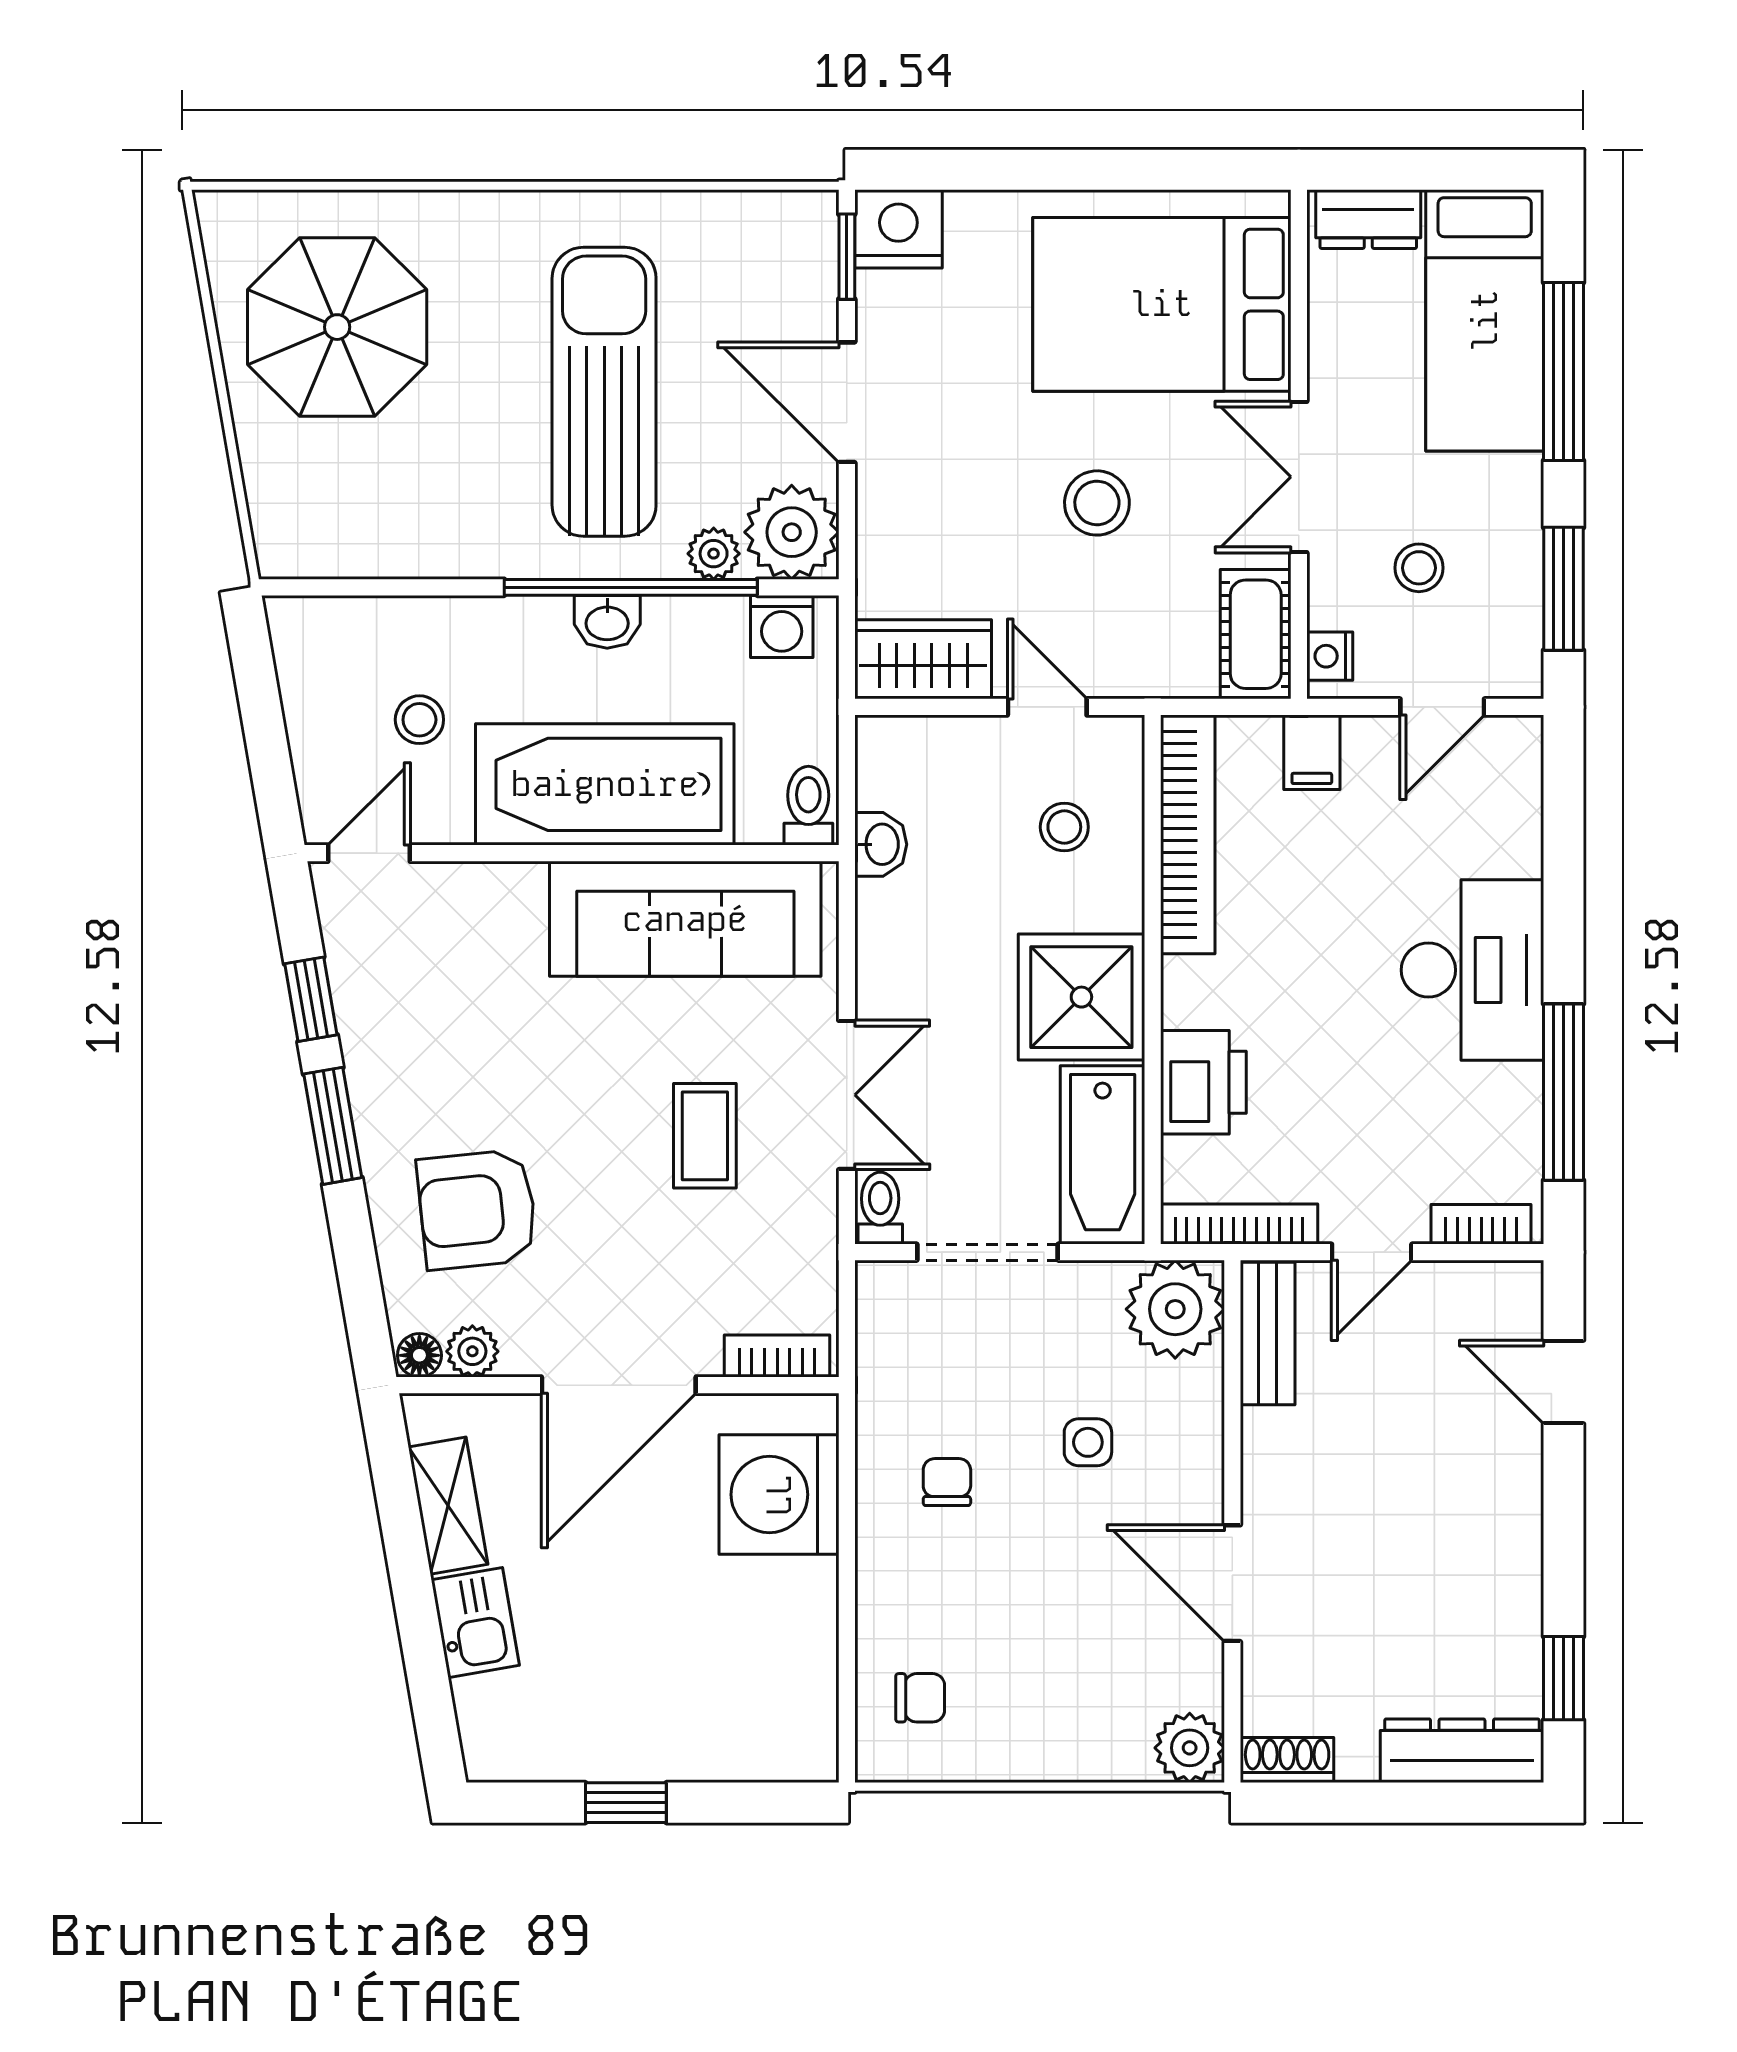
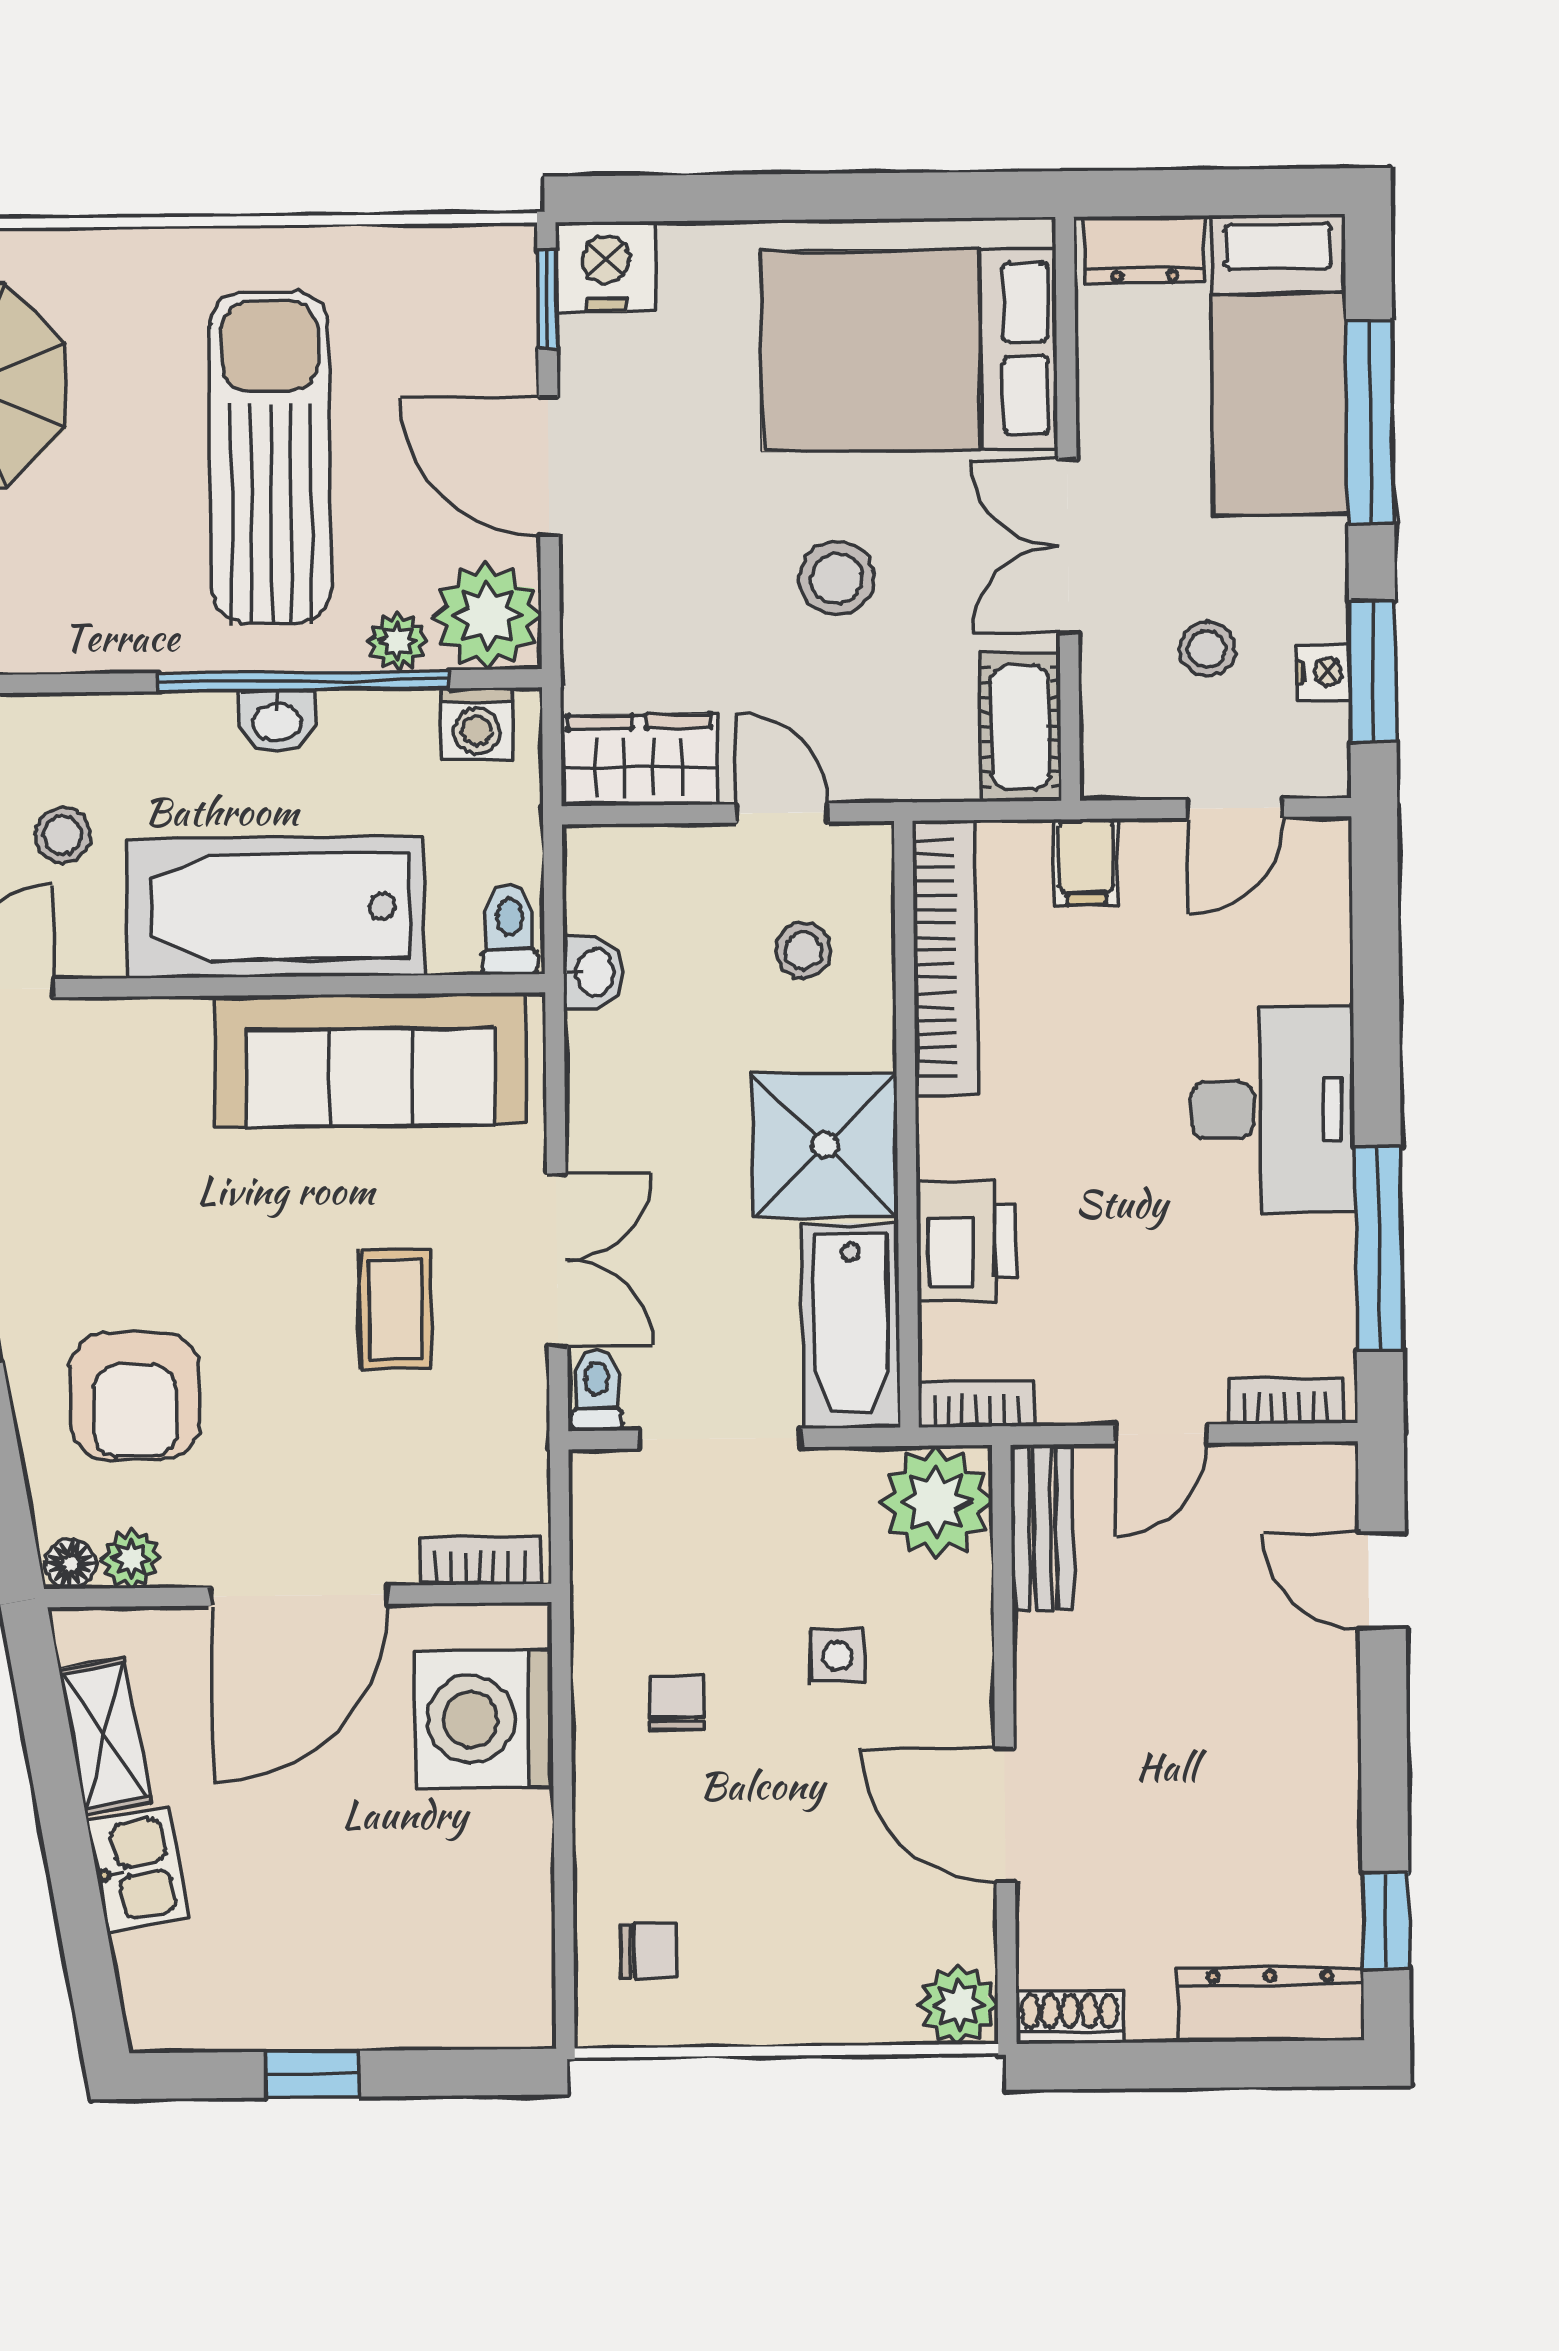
nightstand: (1330, 656) -> (1324, 672), moved, turned 180
armchair: (477, 1209) -> (135, 1396), turned -84
bookcase: (1239, 1224) -> (976, 1404), width x0.64

